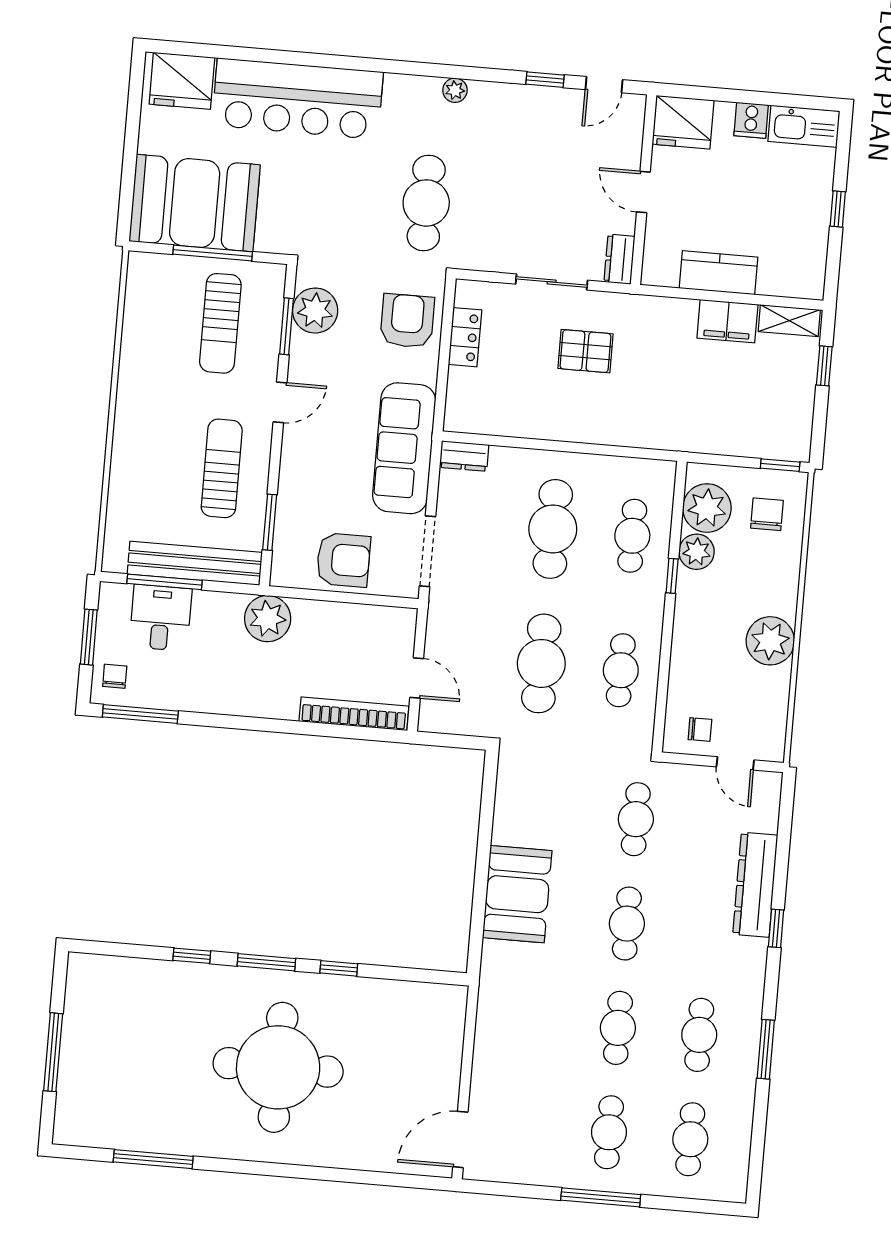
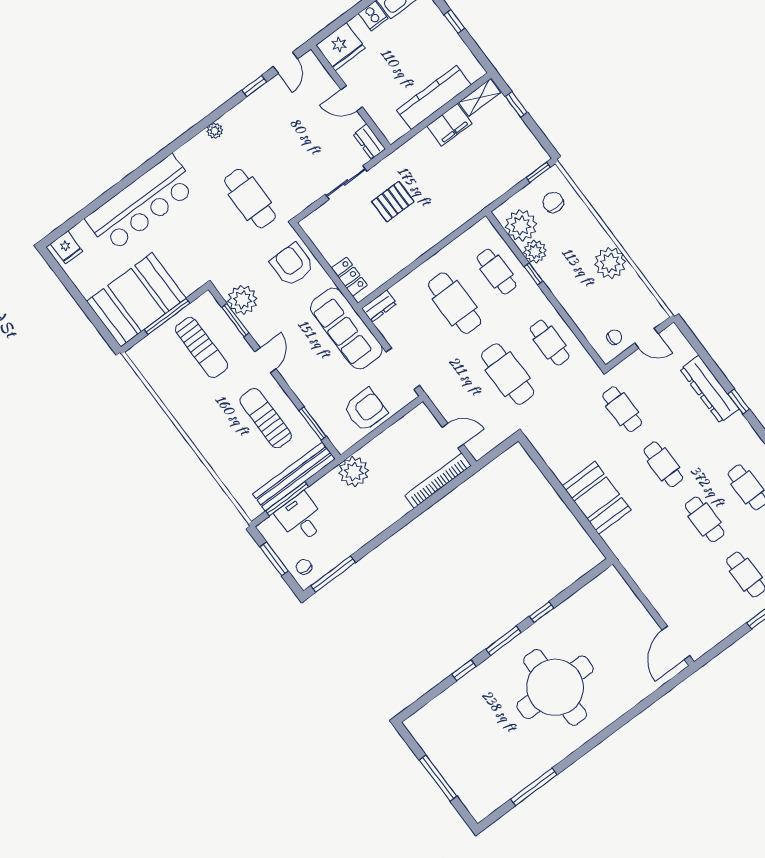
fridge: (182, 81) -> (66, 248), width x0.53, depth x0.75
kitchen counter: (718, 273) -> (434, 98), width x1.50
locker: (465, 337) -> (349, 277), moved

